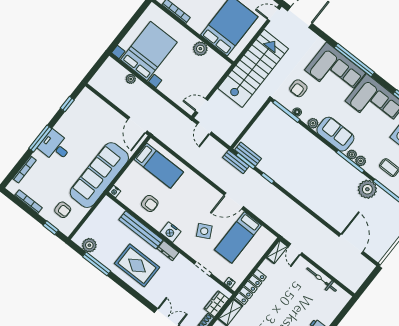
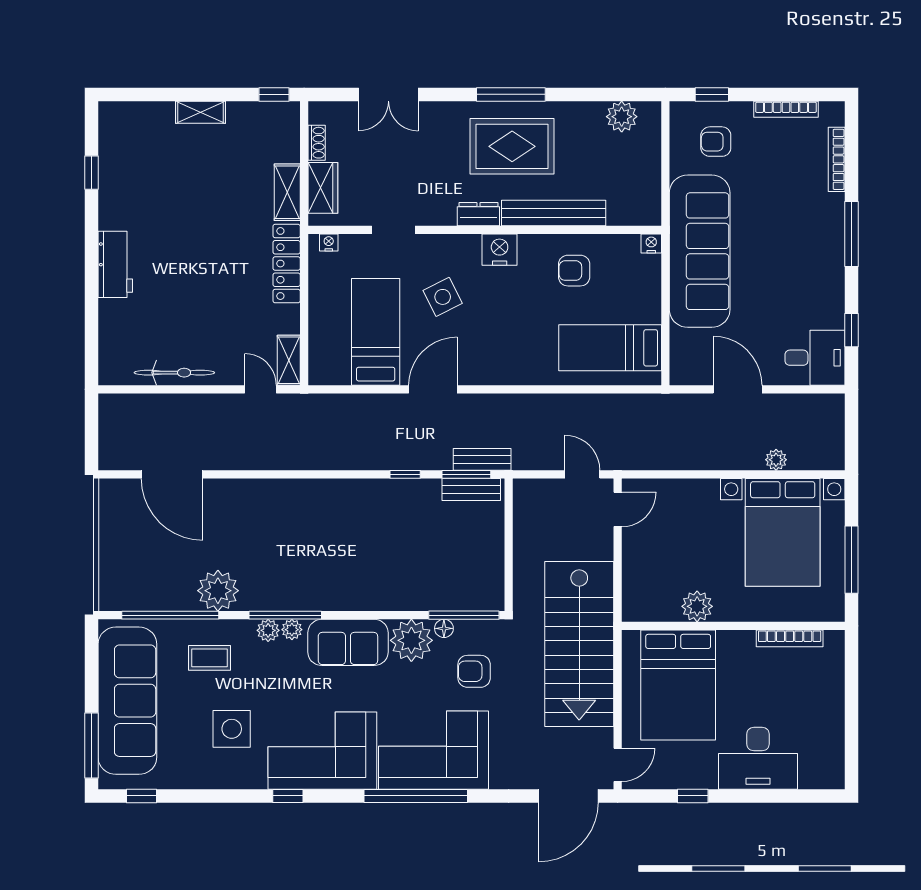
window: (132, 22) -> (851, 560), added
armchair: (298, 88) -> (474, 671), turned -90
plant: (313, 123) -> (411, 640), width x1.88, depth x1.88
door: (138, 125) -> (738, 389), moved
desk: (55, 146) -> (815, 358), moved
window: (97, 264) -> (511, 94), moved

